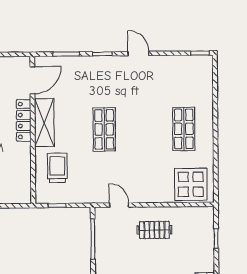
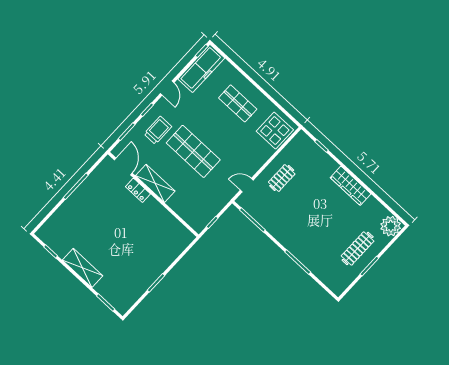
door: (138, 54) -> (167, 88), swing flipped
freezer: (184, 67) -> (201, 68), added
locker: (24, 120) -> (138, 190), width x0.66
shop shelf: (104, 129) -> (193, 151), width x1.43, depth x1.36
trolley: (57, 168) -> (158, 130), moved, turned 90

